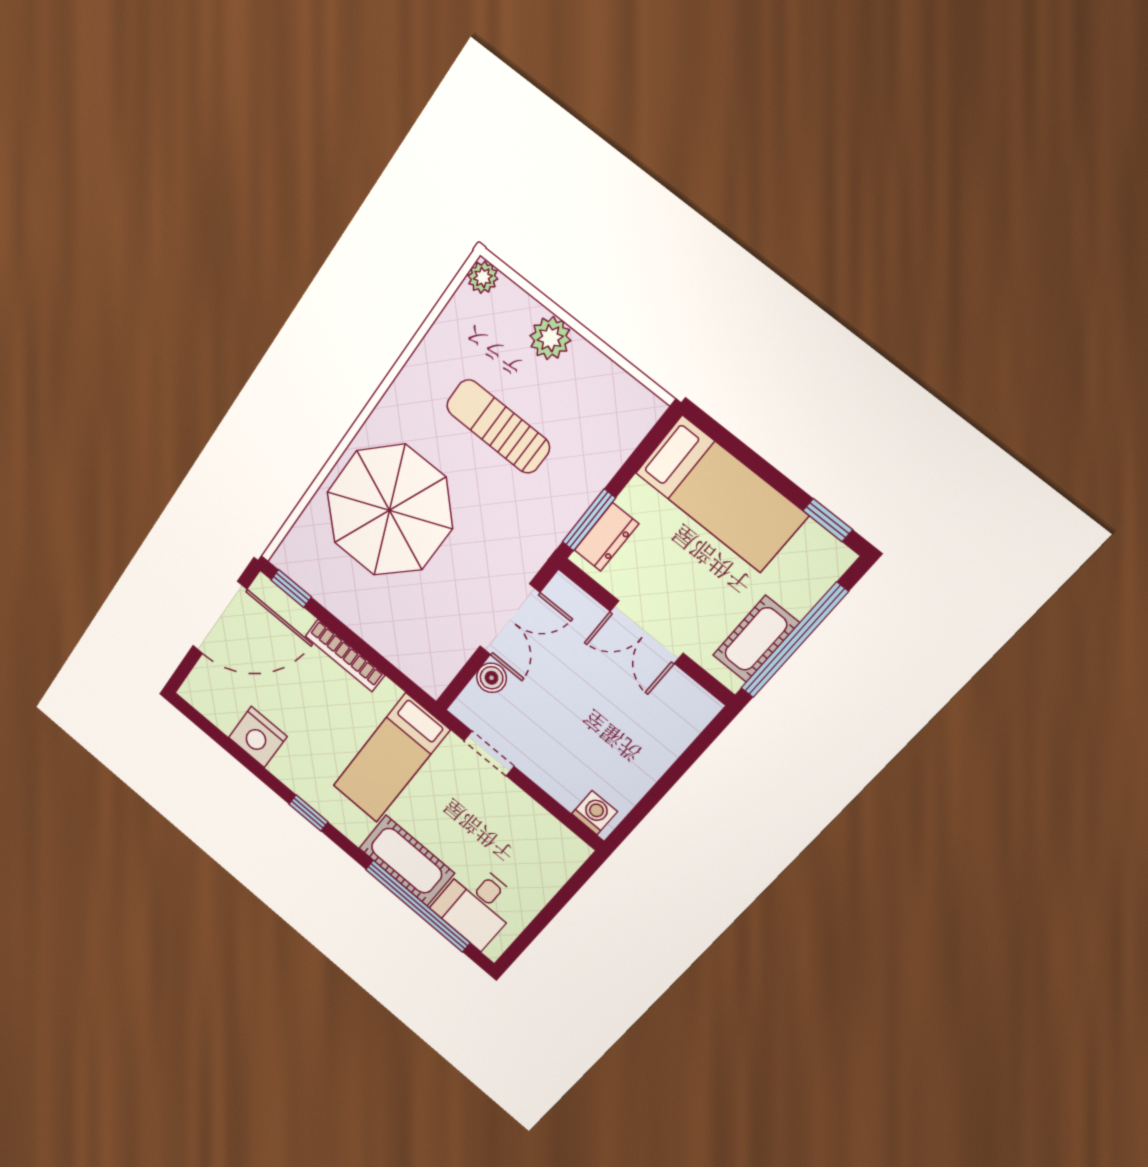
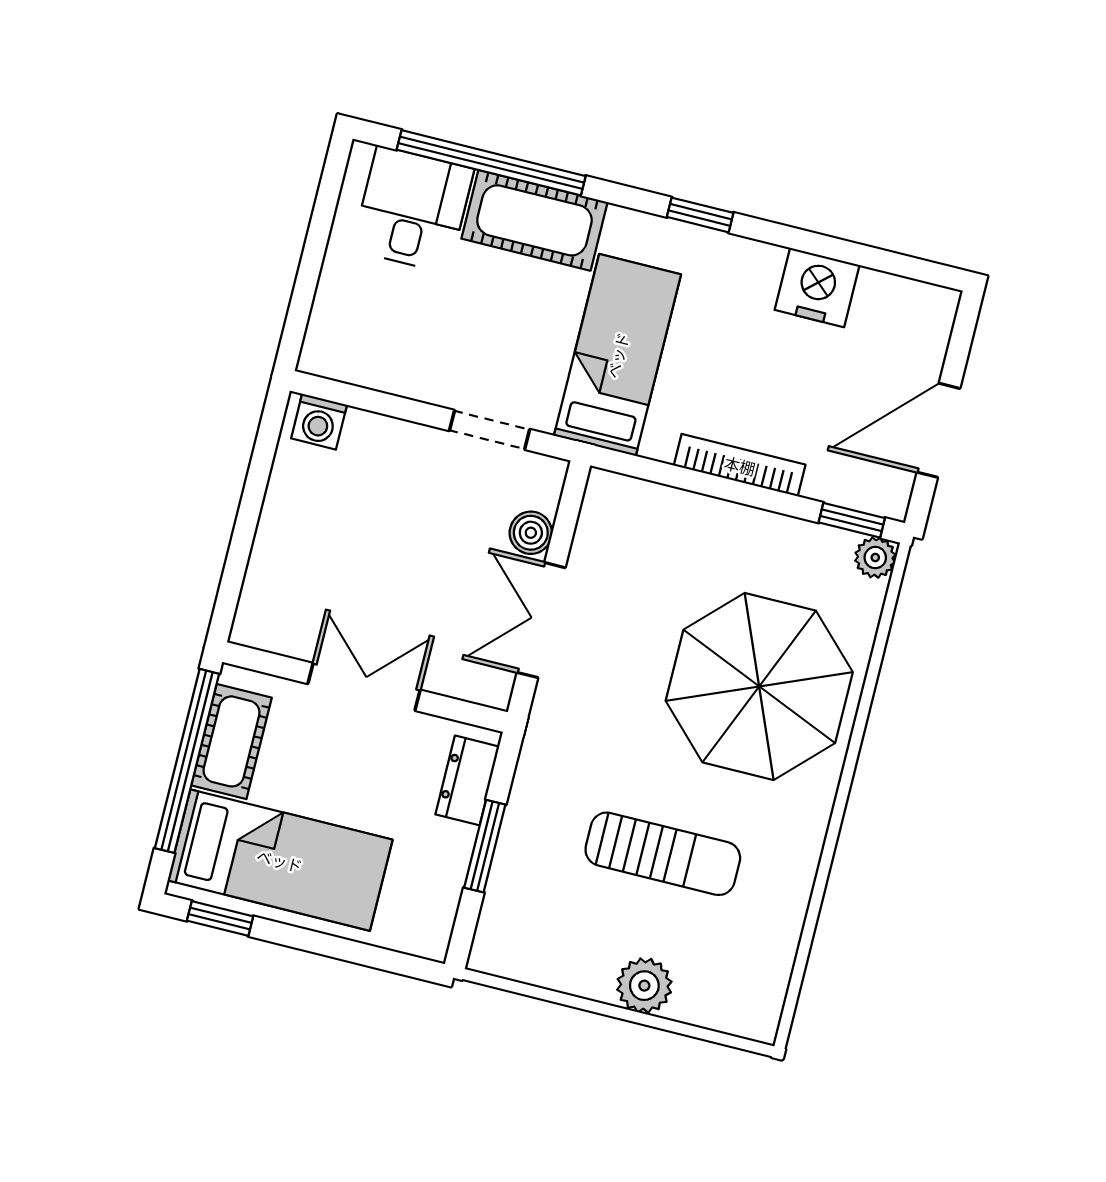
plant: (483, 277) -> (875, 558), moved
bed: (721, 494) -> (280, 860), moved, turned 180
window: (589, 520) -> (485, 846), moved
door: (220, 618) -> (938, 430), width x0.73

